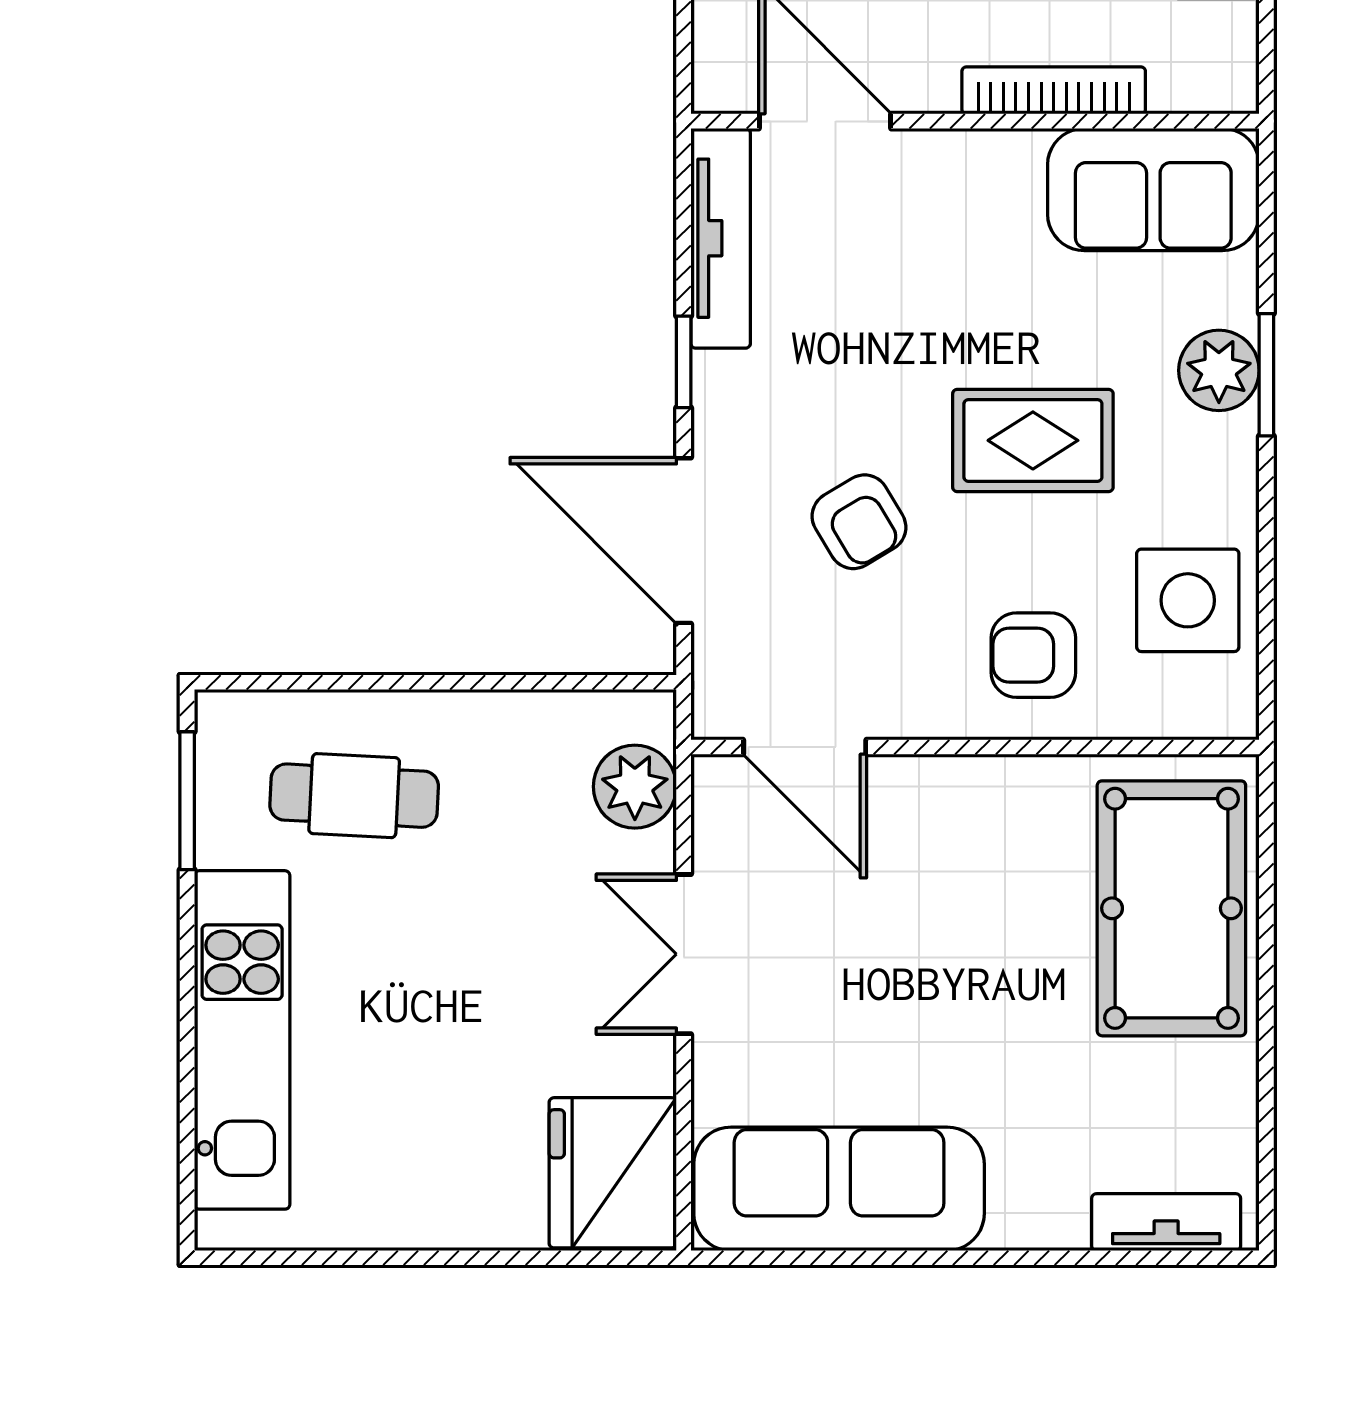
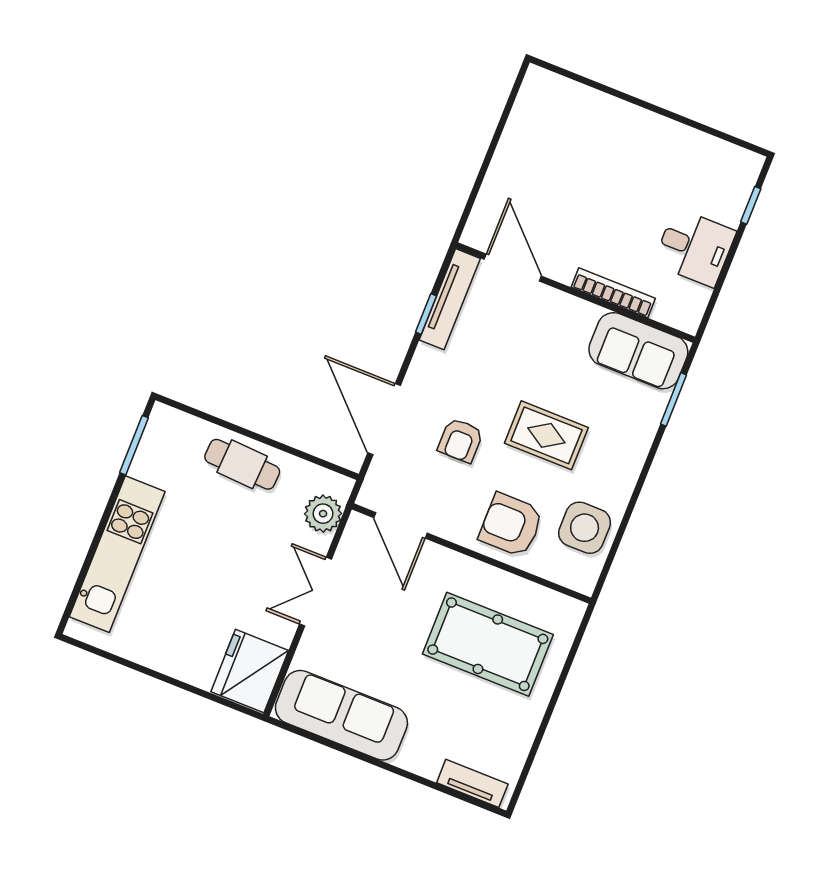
window: (684, 362) -> (426, 314), moved
plant: (1219, 370) -> (636, 437), removed
window: (1266, 375) -> (674, 399), moved
armchair: (859, 522) -> (460, 440), turned 31
armchair: (1033, 655) -> (511, 525), width x1.38, depth x1.38
cafe table: (354, 796) -> (242, 464), moved
pool table: (1171, 908) -> (488, 644), moved, turned 90

